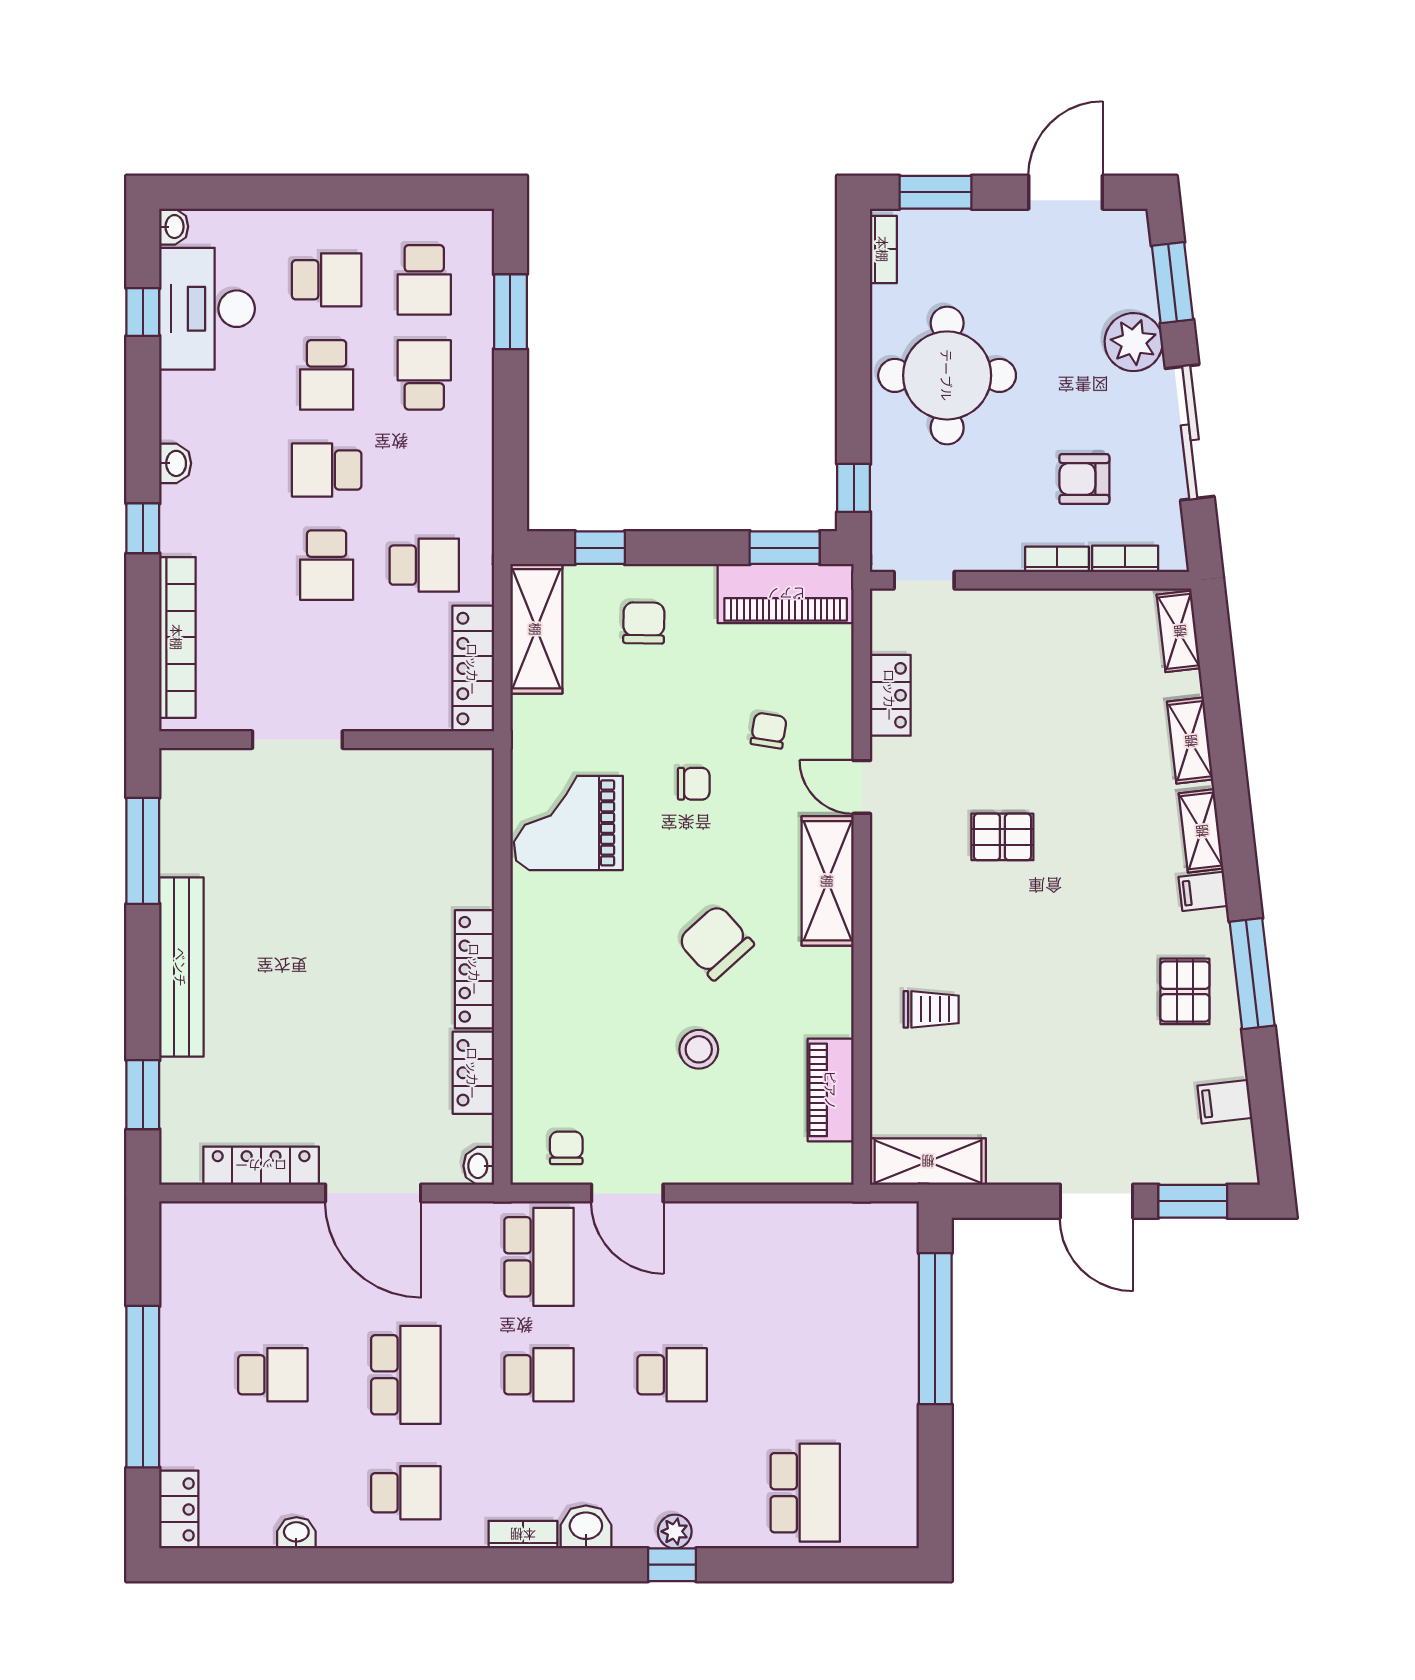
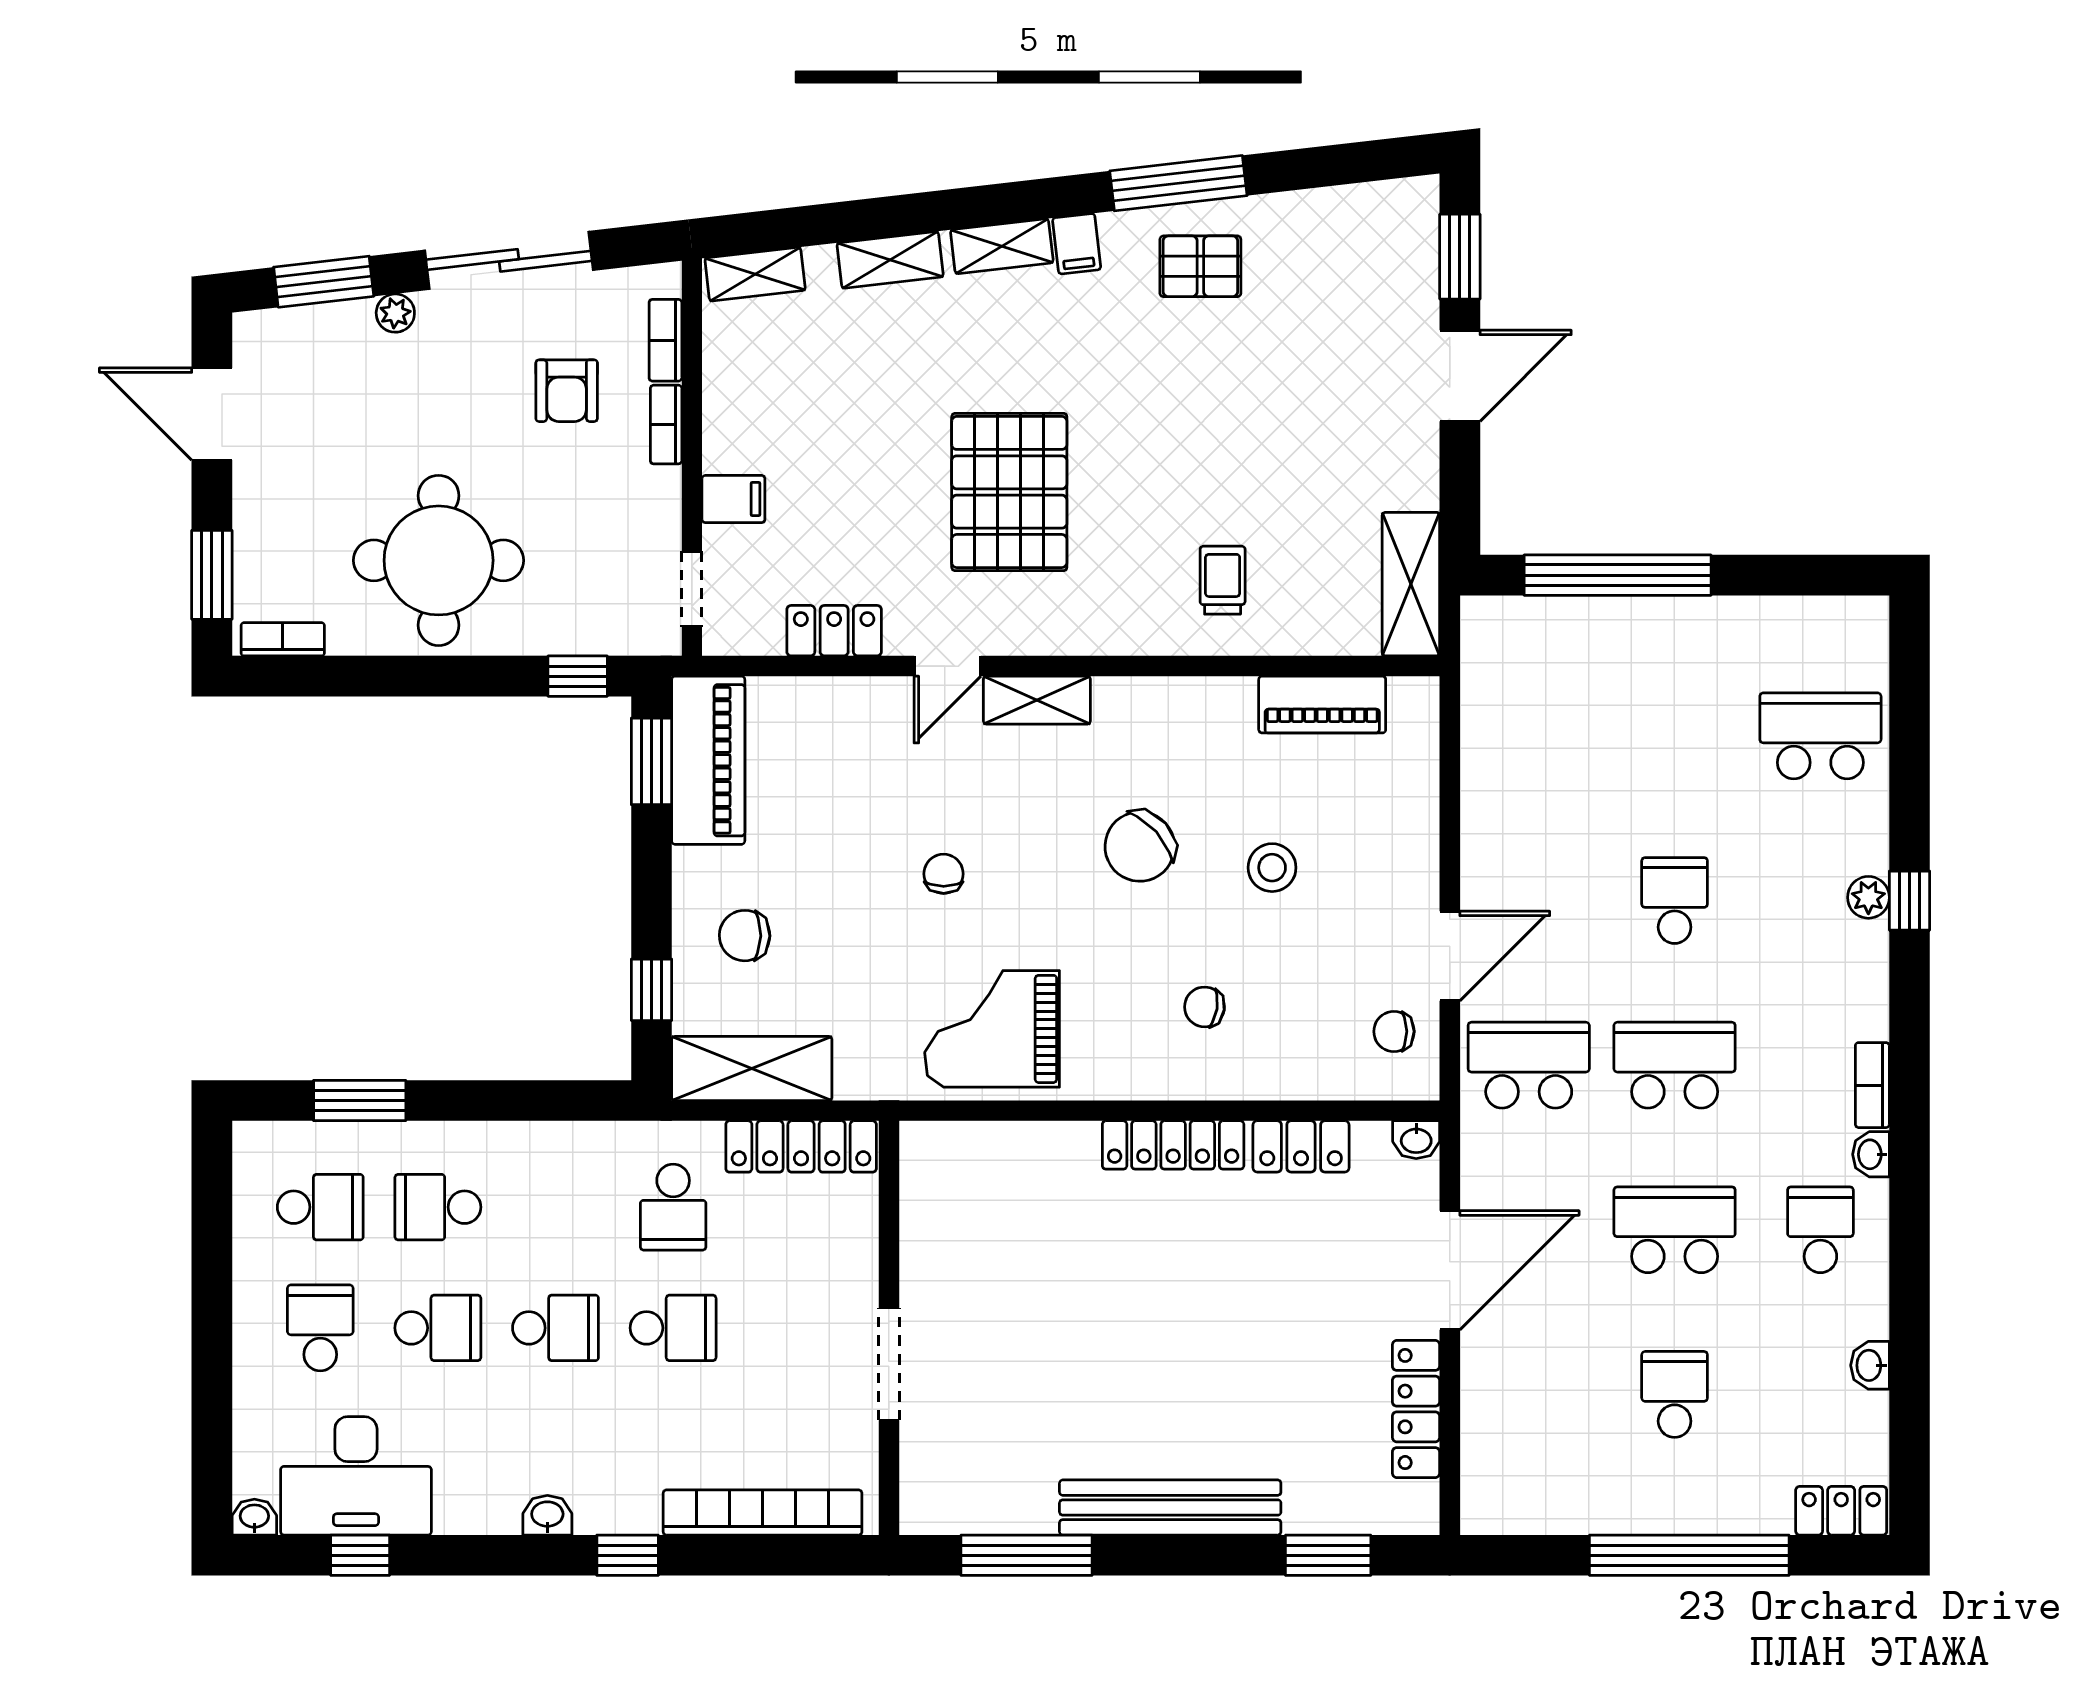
plant: (1134, 342) -> (395, 313), width x0.53, depth x0.53
school desk: (327, 470) -> (555, 1328), turned -90
school desk: (424, 565) -> (673, 1207), turned 180
chair: (769, 730) -> (1204, 1007), moved
grand piano: (568, 823) -> (992, 1029), turned 90
pallet: (1002, 837) -> (1009, 492), width x2.05, depth x2.00
shelving: (828, 881) -> (1037, 700), width x0.67, depth x0.75
filing cabinet: (1225, 1102) -> (733, 499), moved, turned -83
school desk: (539, 1375) -> (1675, 1065), width x1.85
washbasin: (586, 1527) -> (1871, 1154), moved, width x0.72, depth x0.69

